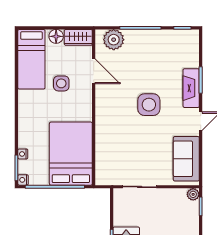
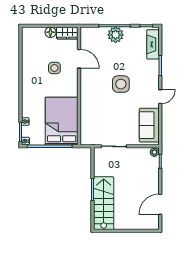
plant: (114, 40) -> (116, 35), moved
bed: (31, 59) -> (32, 50), removed
fireplace: (191, 88) -> (153, 44), moved

